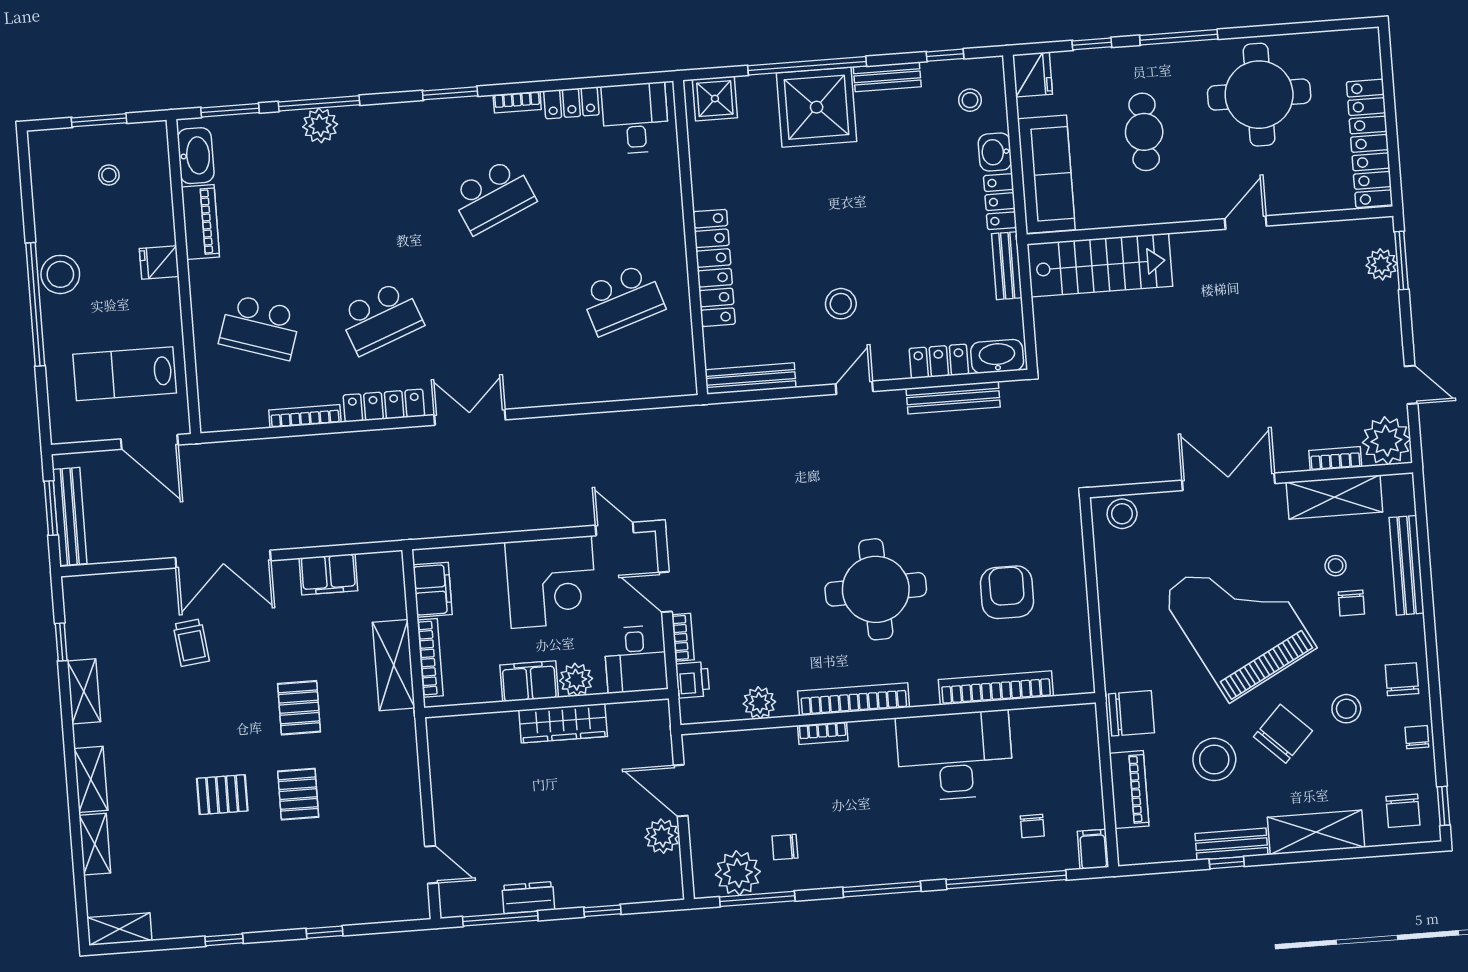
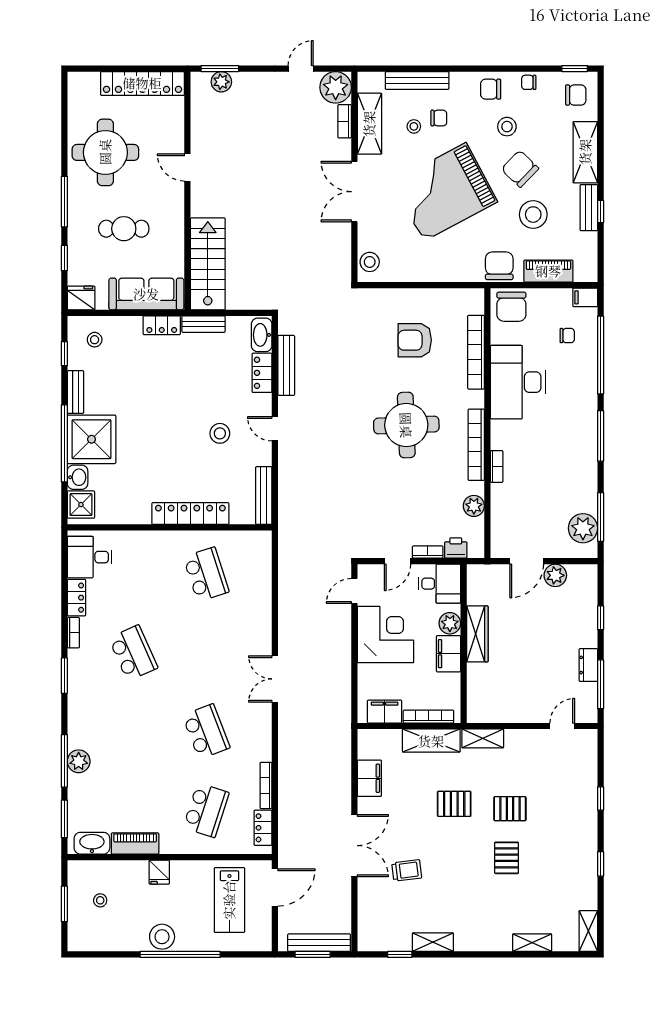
washbasin: (995, 152) -> (78, 477), moved, turned -90
locker: (384, 406) -> (263, 828), moved, width x0.66
shelving: (91, 779) -> (483, 738), moved
chair: (785, 847) -> (511, 307), moved, width x1.87, depth x1.87

